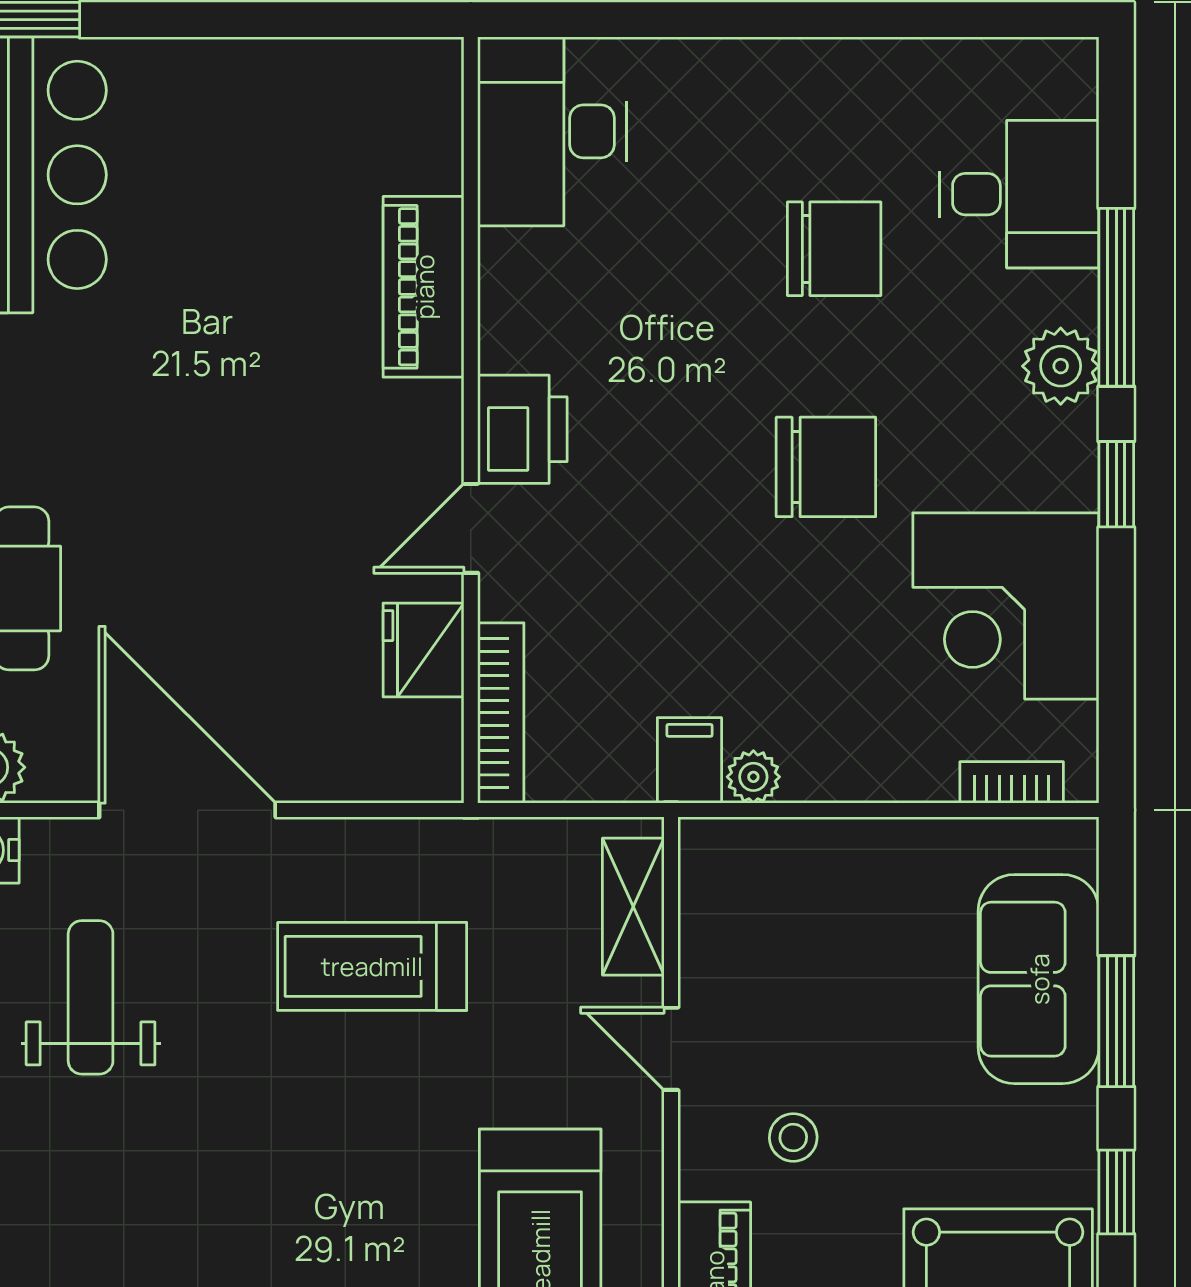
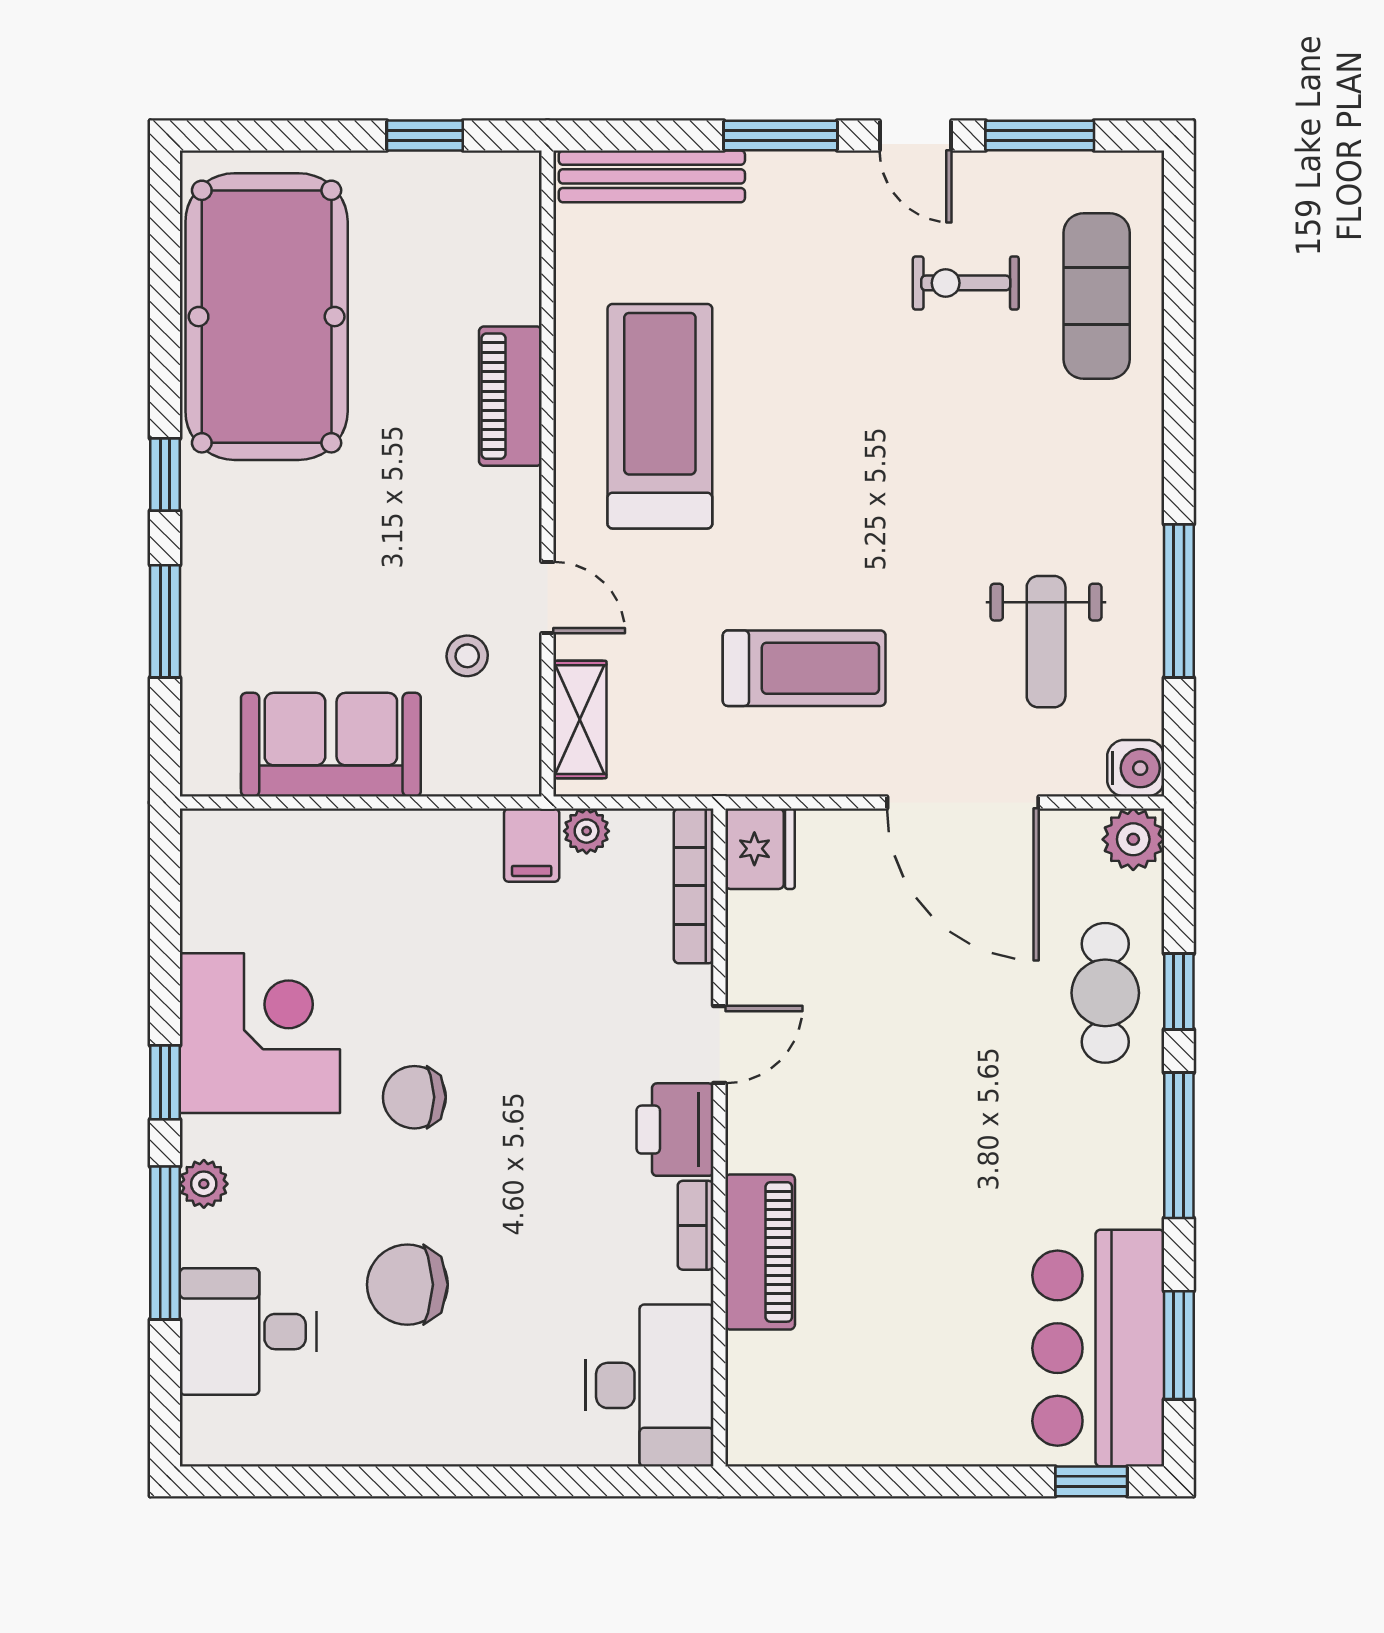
plant: (1061, 366) -> (204, 1184), width x0.73, depth x0.73
chair: (826, 467) -> (414, 1097), width x0.73, depth x0.73
corner desk: (1006, 606) -> (260, 1033), moved
fridge: (424, 650) -> (760, 849), moved
plant: (753, 777) -> (587, 831), moved
bookcase: (1012, 782) -> (696, 1225), moved, turned 90
sofa: (1039, 979) -> (331, 745), moved, turned -90
stool: (793, 1137) -> (467, 656), moved

